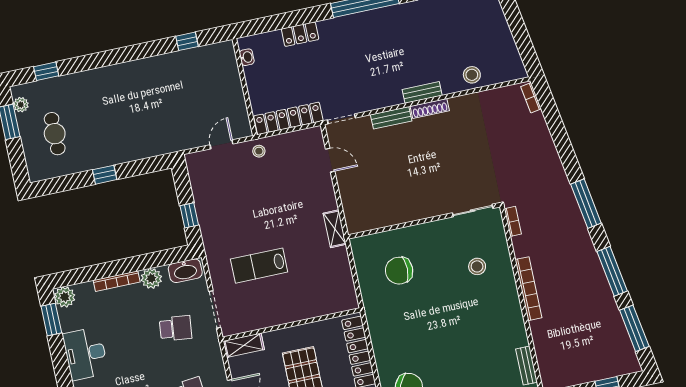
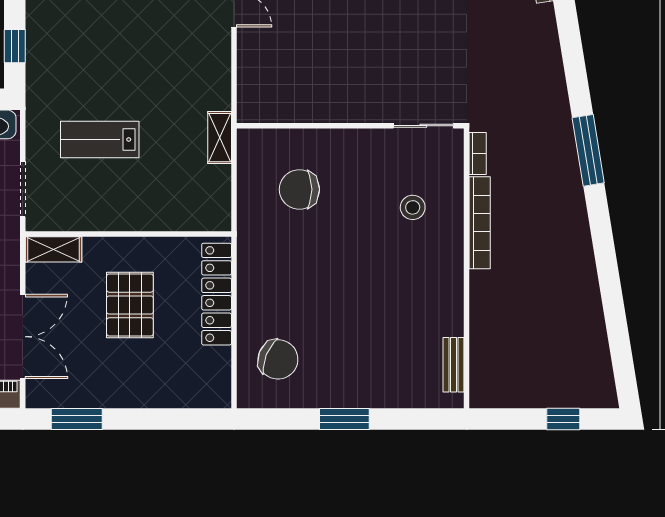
shelving: (335, 229) -> (220, 138), moved
window: (612, 271) -> (605, 255), removed
bookcase: (528, 289) -> (480, 223), moved
window: (634, 328) -> (620, 344), removed

